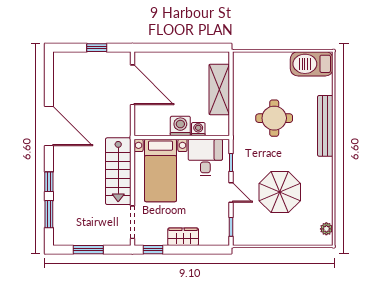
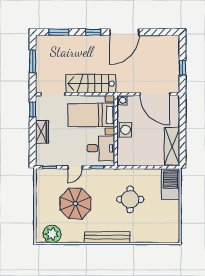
barbecue: (312, 64) -> (170, 184), moved
door: (132, 85) -> (155, 94), hinge flipped
shelving: (219, 89) -> (172, 146), moved, turned 90
bench: (325, 126) -> (107, 237), moved
washing machine: (198, 129) -> (122, 100), moved
window: (49, 182) -> (93, 32), moved
plant: (326, 229) -> (52, 234), width x1.87, depth x1.87

